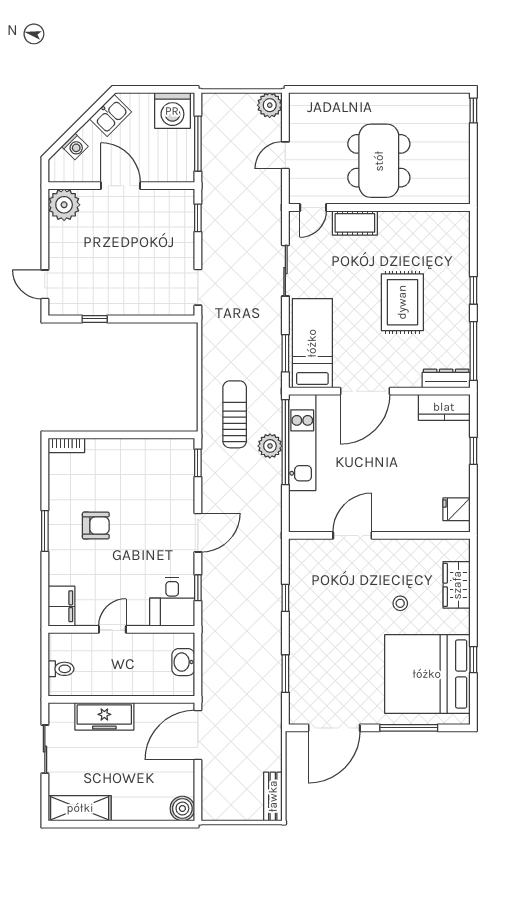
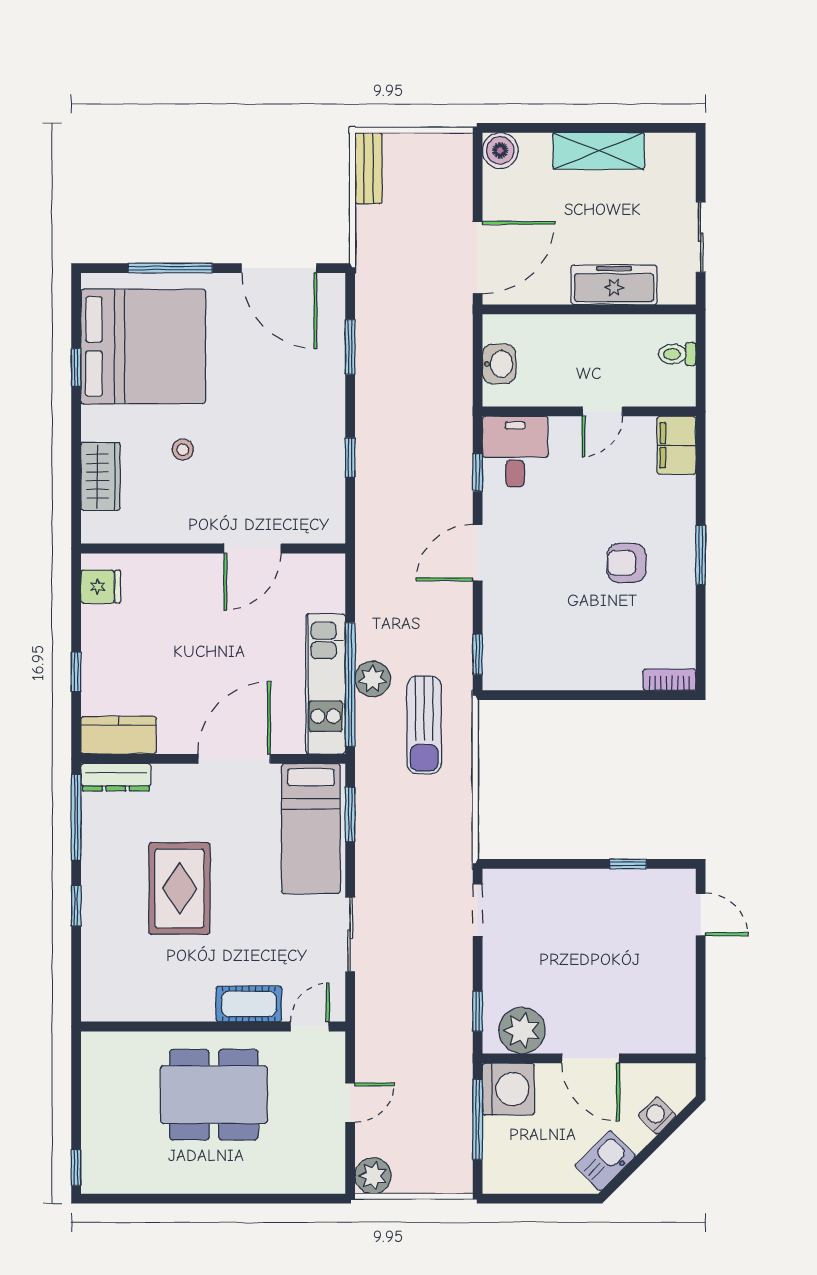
washing machine: (172, 111) -> (508, 1089), moved, turned 90
dining table: (379, 161) -> (214, 1095), turned 90
plant: (64, 205) -> (522, 1030), moved
door: (334, 728) -> (279, 268), swing flipped
shelving: (80, 808) -> (599, 151), moved

